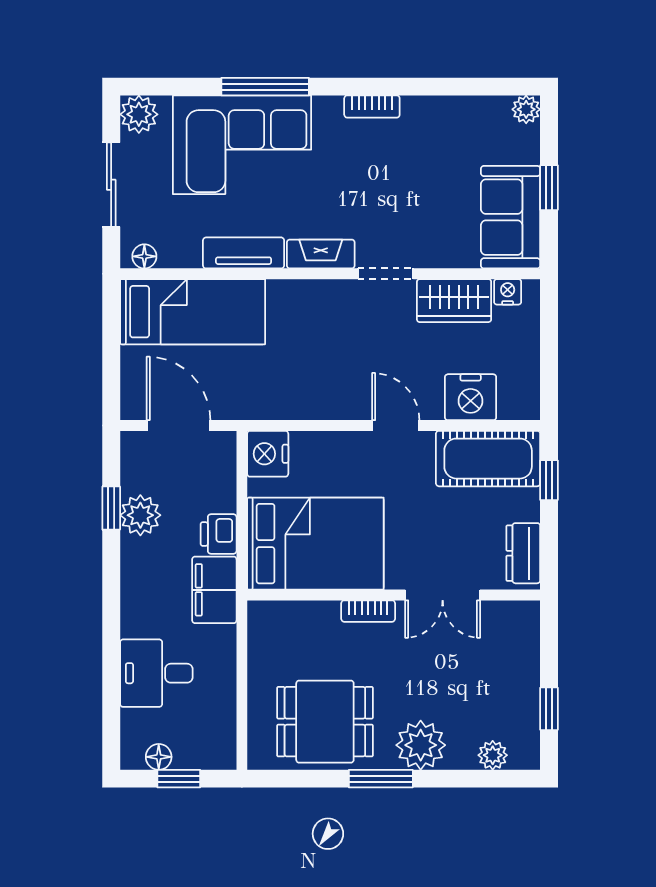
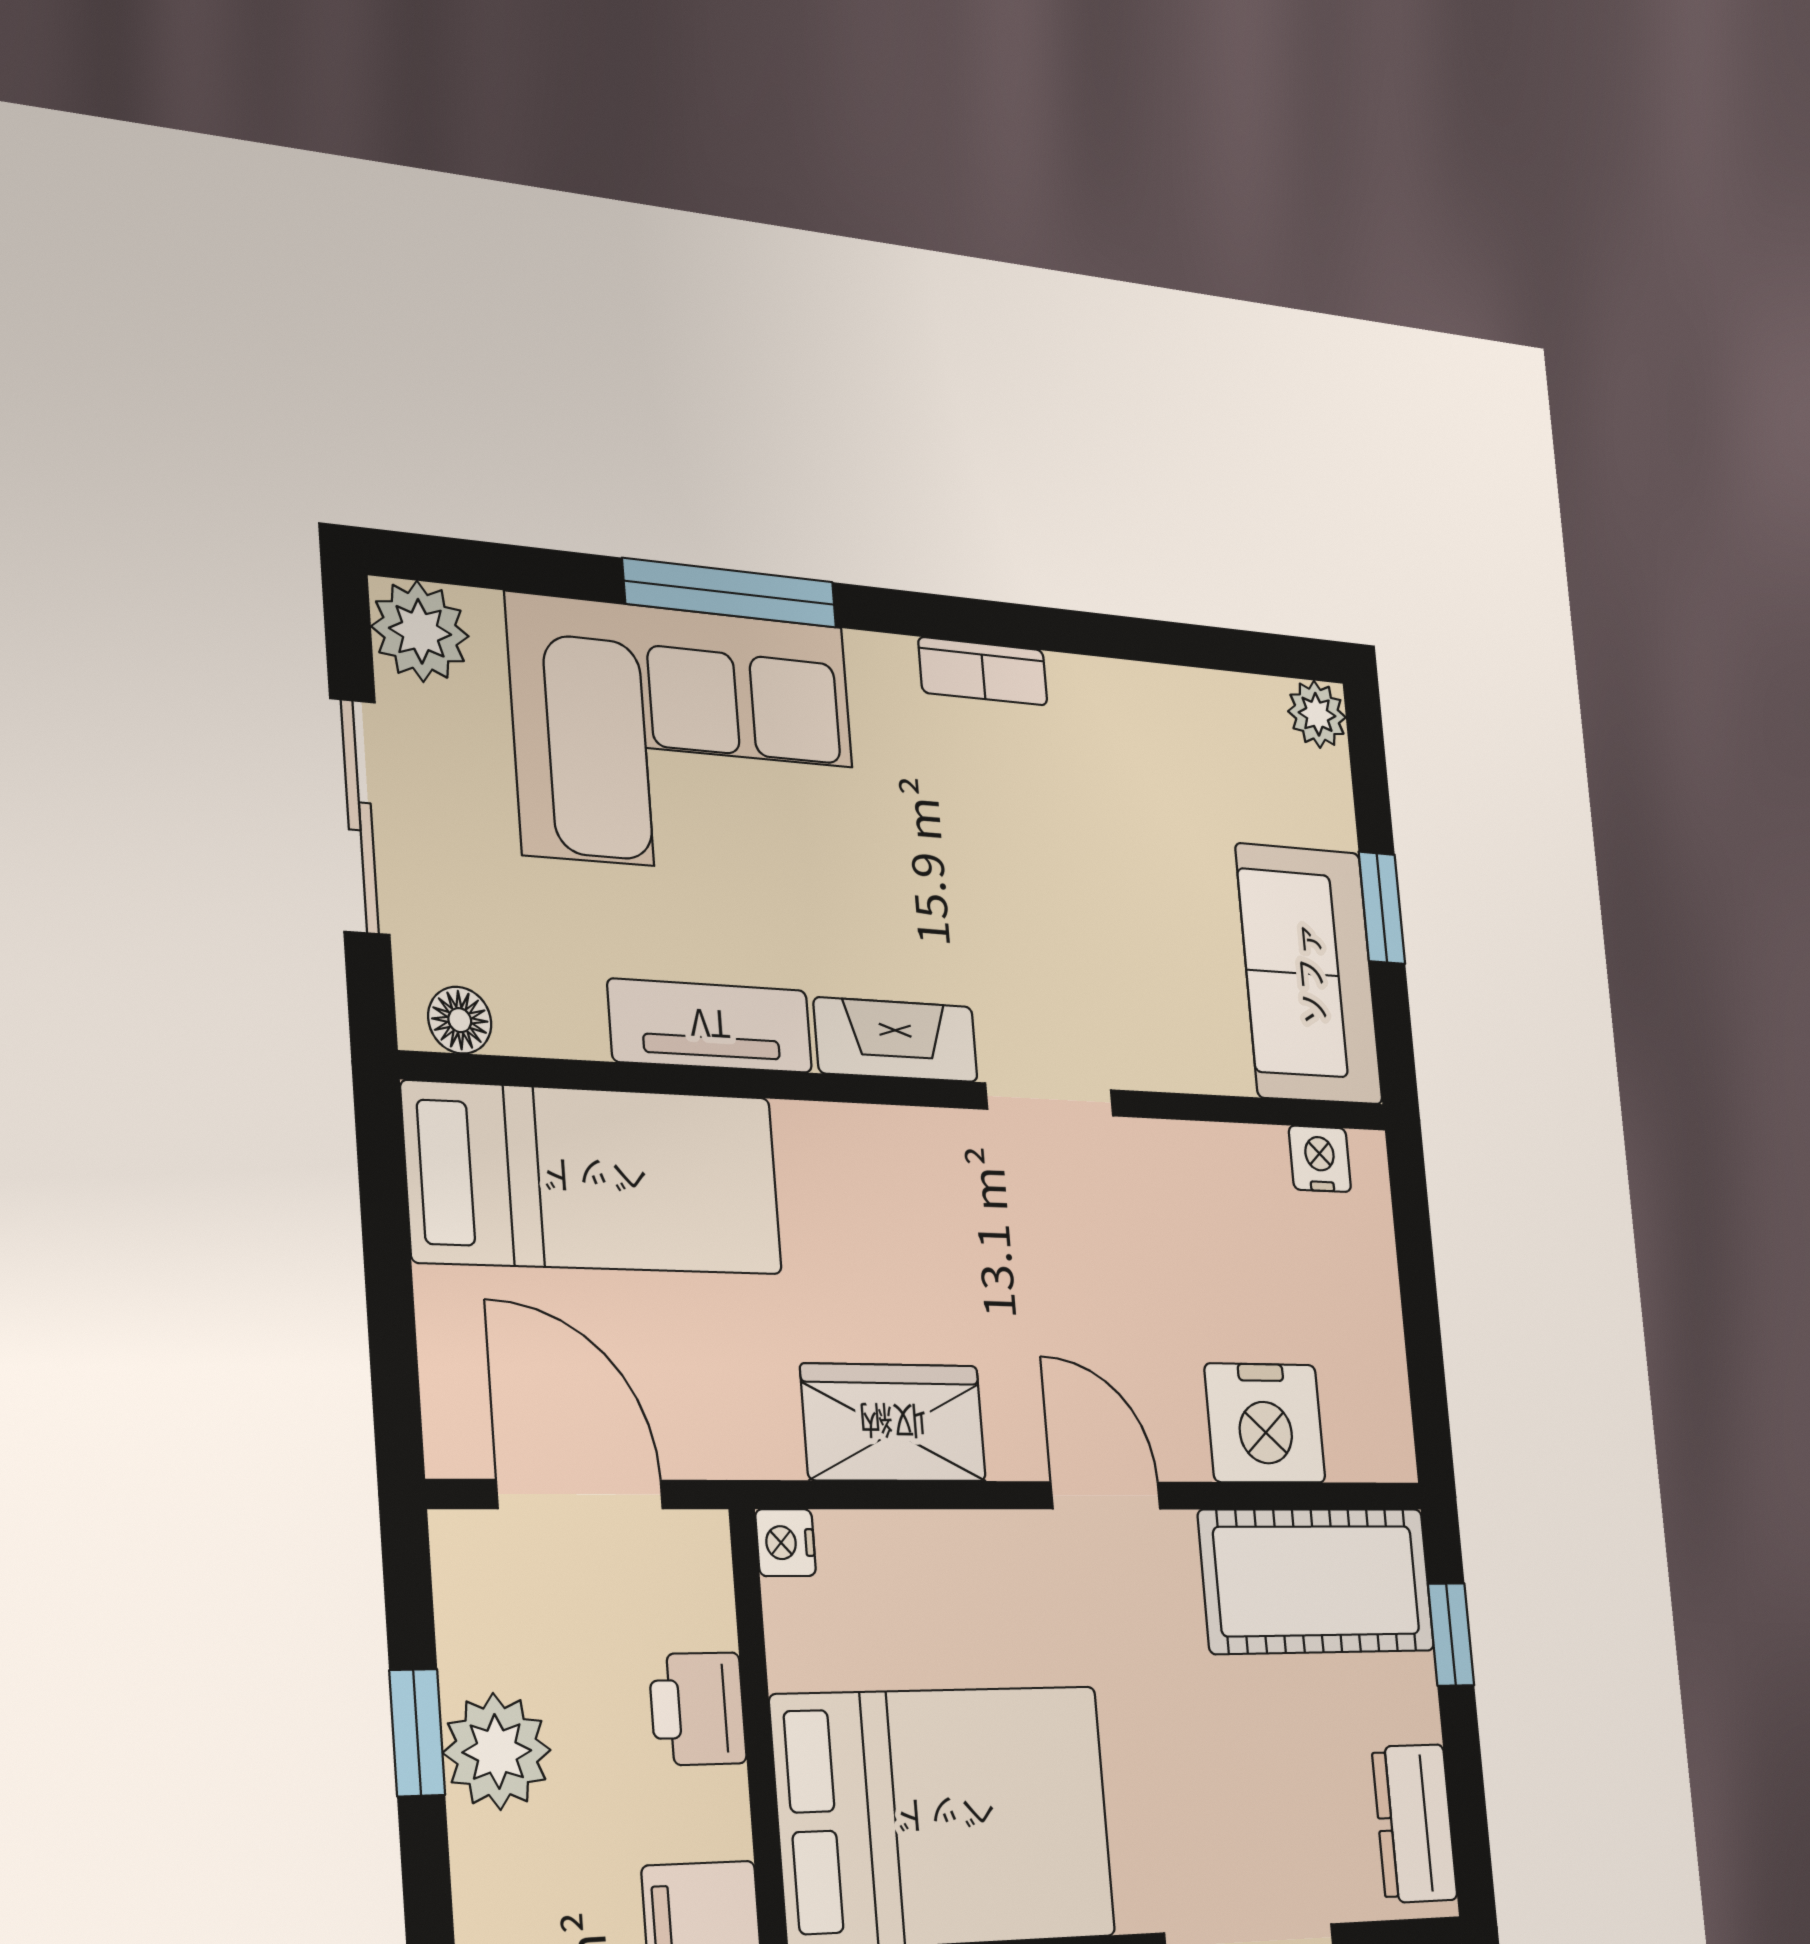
wardrobe: (454, 301) -> (893, 1423), moved, turned 180
nightstand: (268, 454) -> (786, 1543), width x0.53, depth x0.56
printer: (219, 534) -> (698, 1709), moved

